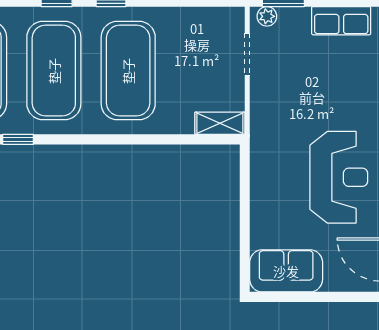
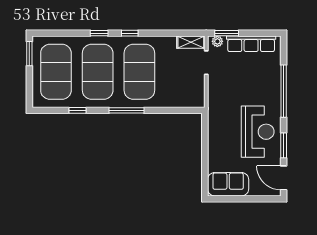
row of seats: (341, 21) -> (251, 44), width x1.48
shelving: (220, 123) -> (191, 42), moved
window: (105, 139) -> (127, 110), added

